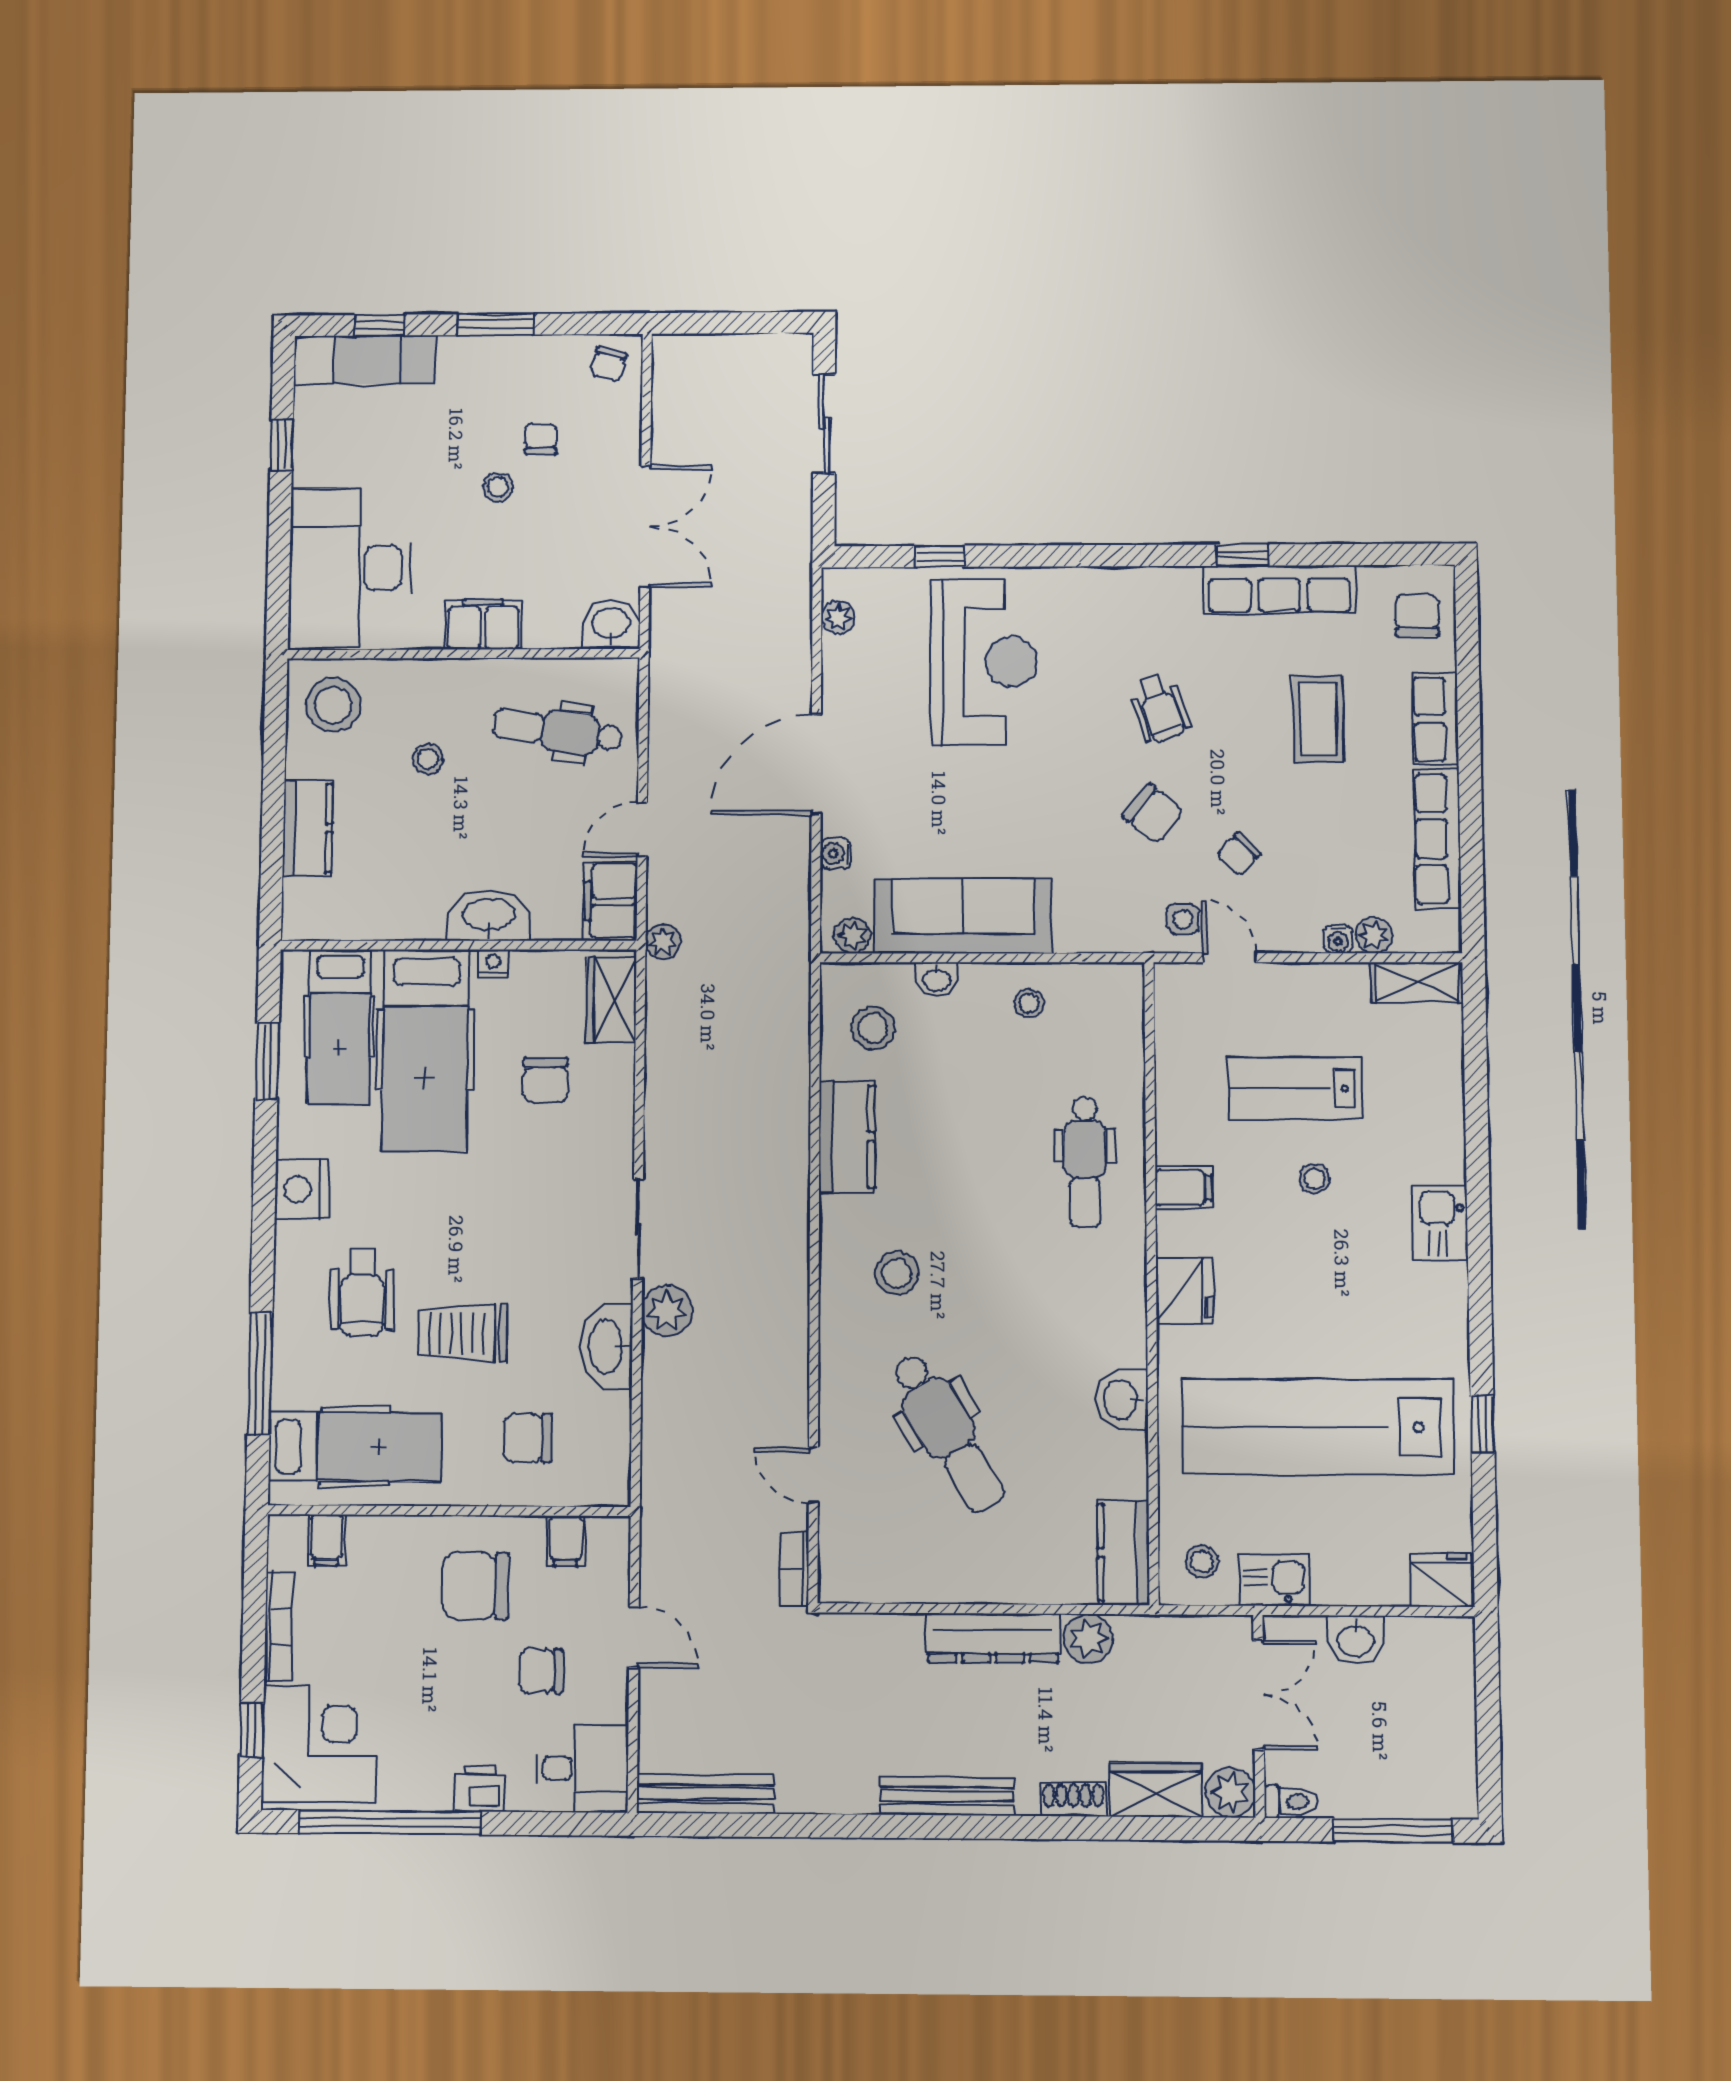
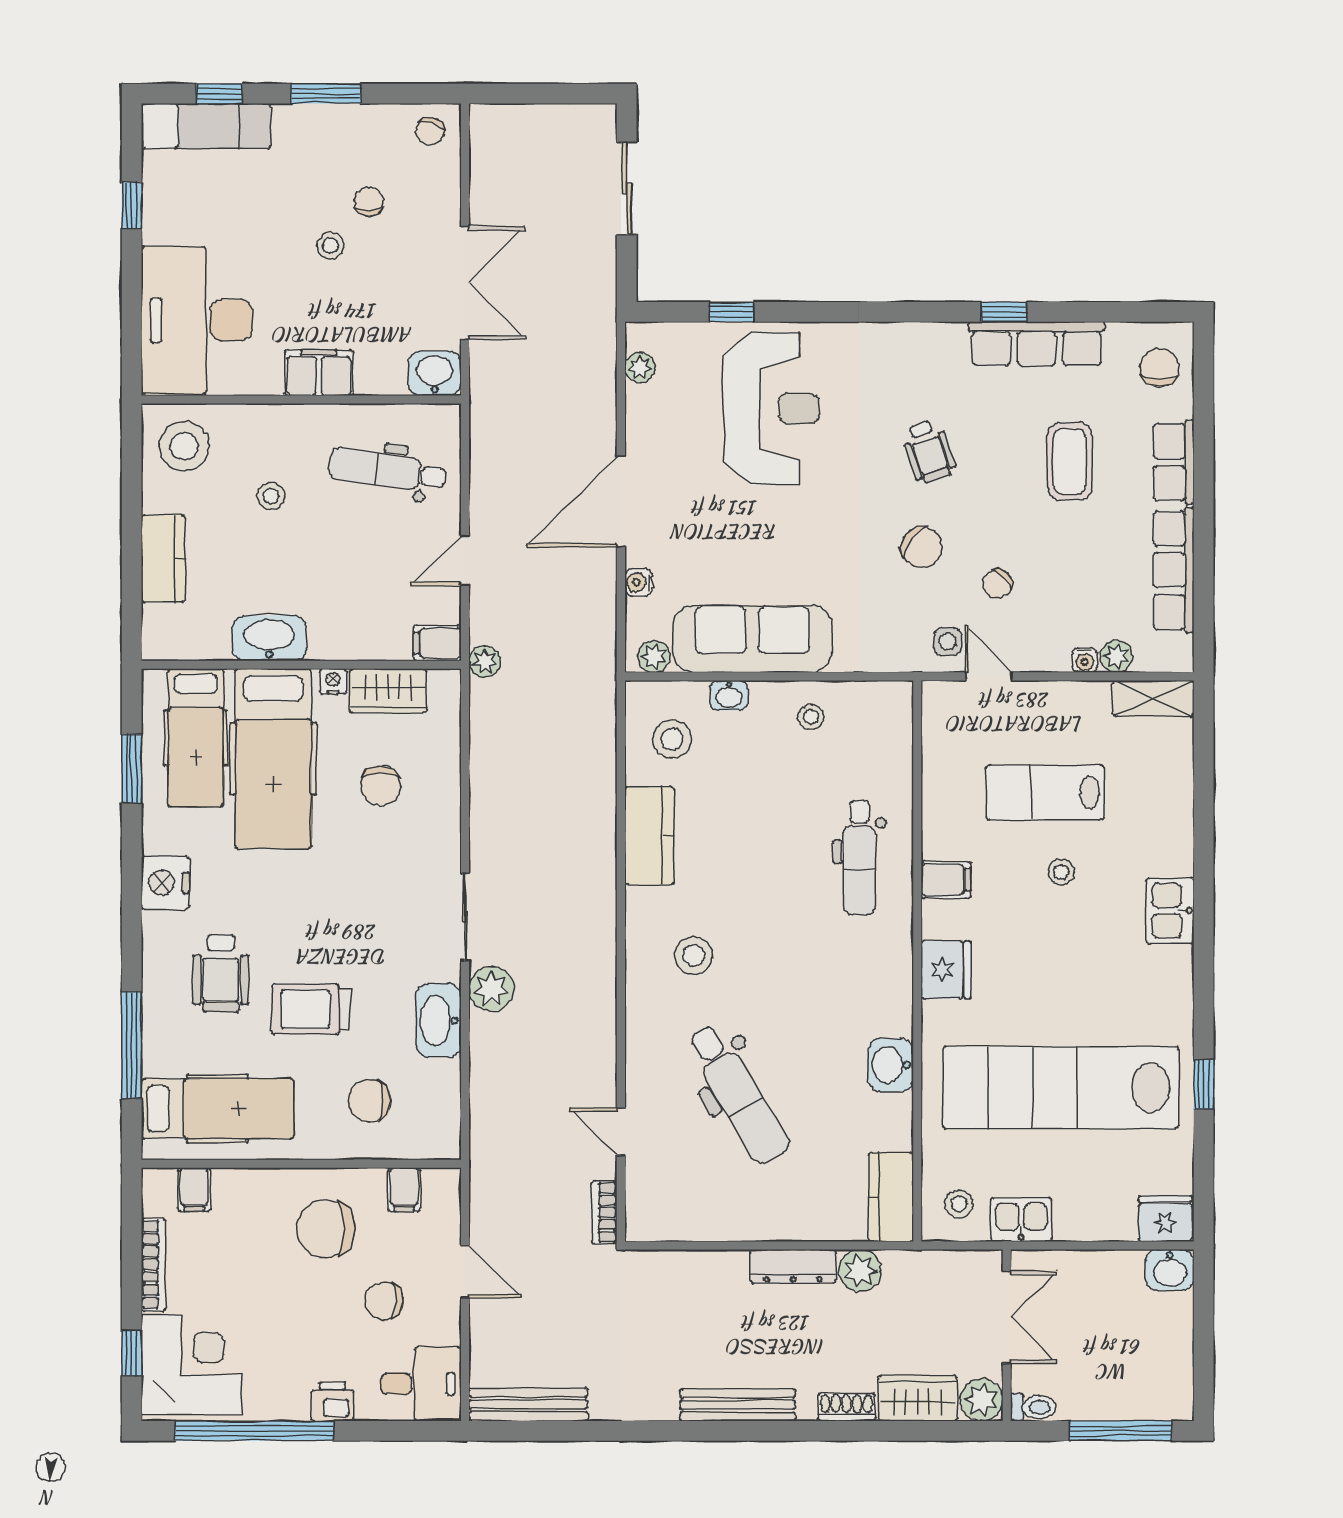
filing cabinet: (611, 901) -> (437, 643), width x0.50
washbasin: (489, 916) -> (269, 638), moved
wardrobe: (611, 1000) -> (388, 691), moved, turned -90
dresser: (993, 1638) -> (793, 1266), width x0.73, depth x0.80
washbasin: (1356, 1640) -> (1170, 1270), moved

